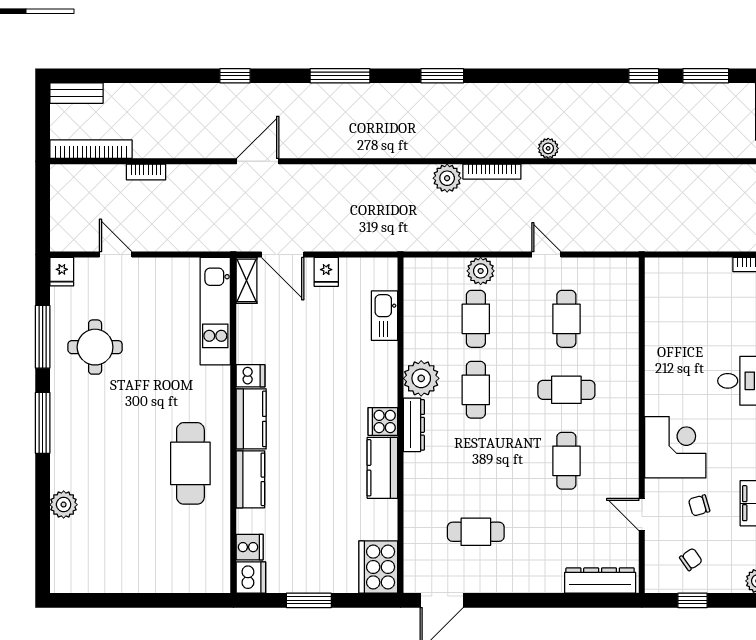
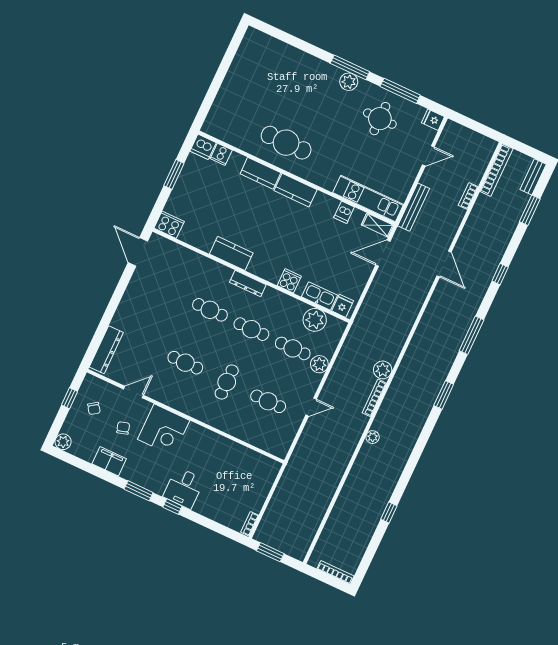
window: (706, 76) -> (530, 210), moved
bench: (197, 241) -> (414, 207), added
fridge: (326, 272) -> (343, 306), moved, turned 90
dishwasher: (250, 376) -> (344, 212), moved
plant: (421, 378) -> (315, 320), moved
cooker: (383, 421) -> (289, 281), moved
plant: (64, 505) -> (349, 82), moved
cafe table: (476, 532) -> (210, 310), moved, turned 90
cooker: (378, 567) -> (169, 225), width x0.73, depth x0.76

